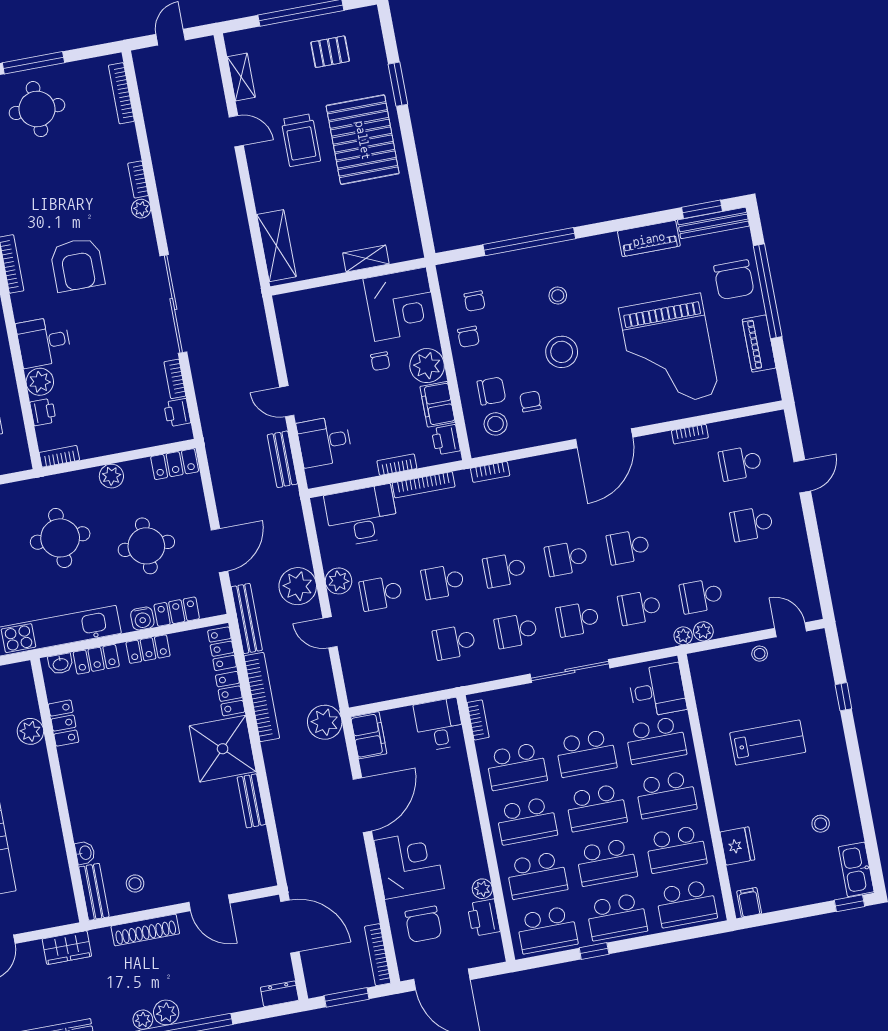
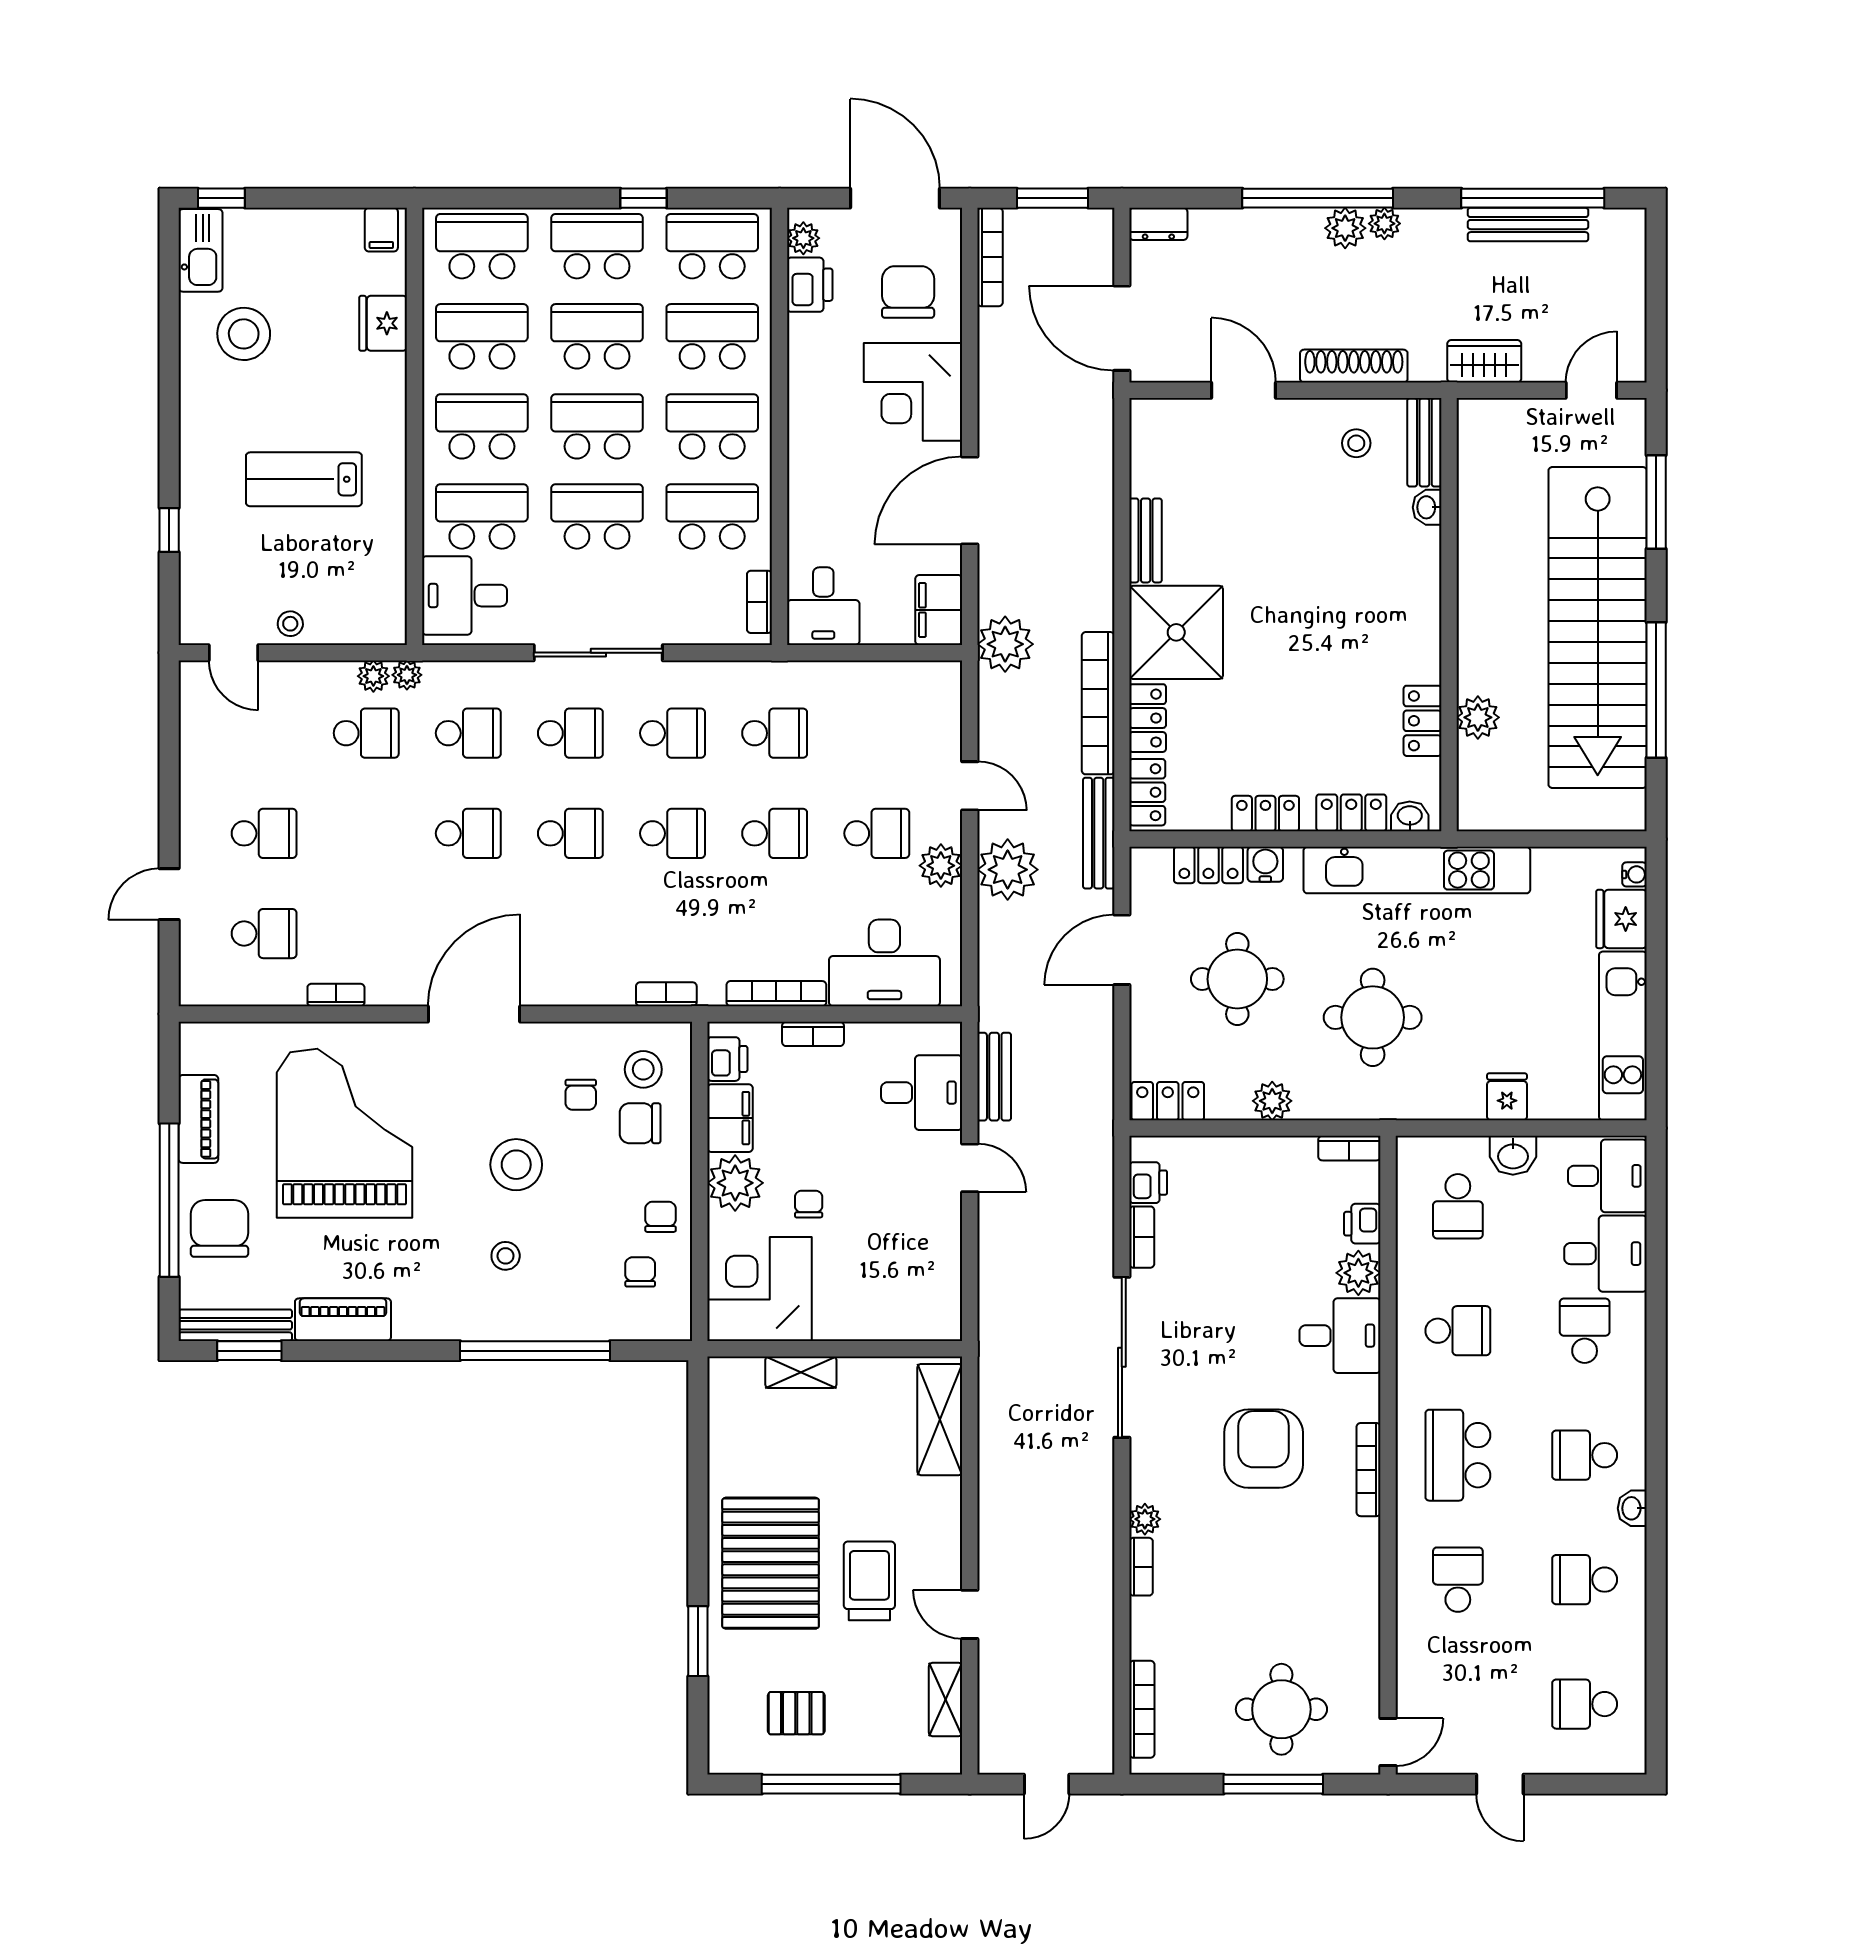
stool: (821, 824) -> (244, 334), width x1.89, depth x1.89
plant: (482, 889) -> (803, 238), moved

